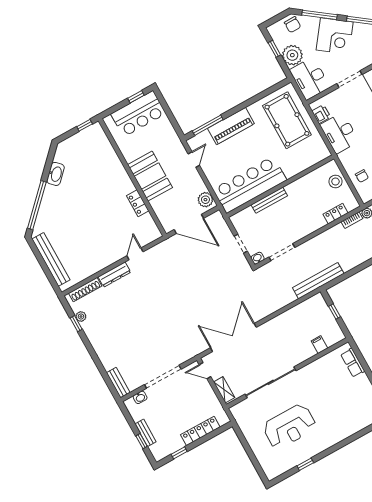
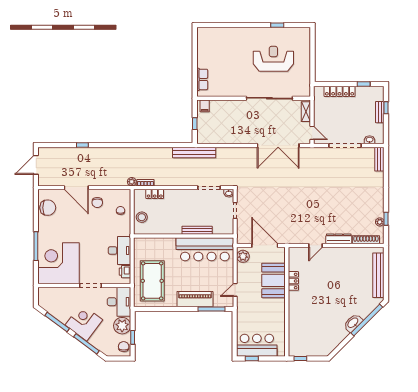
chair: (293, 25) -> (124, 347), moved
washbasin: (55, 174) -> (353, 323), moved
booth: (150, 176) -> (273, 280), moved
filing cabinet: (319, 345) -> (205, 106), moved

